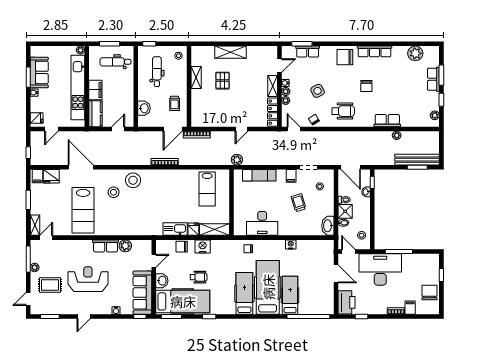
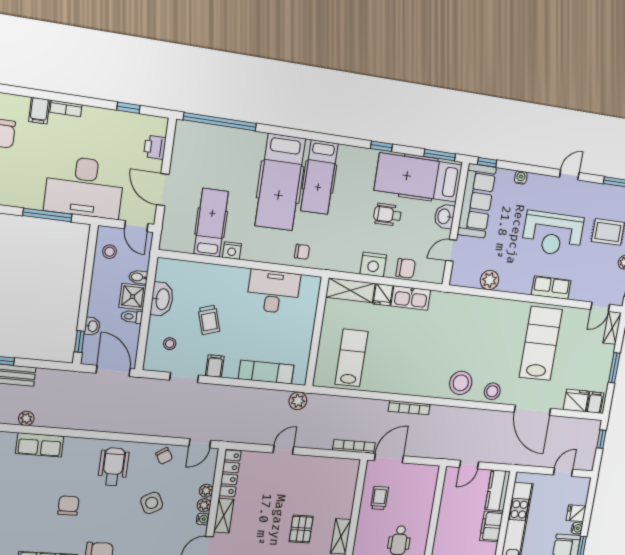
washbasin: (144, 108) -> (426, 494), removed
wheelchair: (343, 111) -> (113, 467), turned 90
fridge: (37, 118) -> (576, 513), moved
door: (294, 129) -> (200, 443), hinge flipped
stool: (114, 192) -> (492, 391), moved
washbasin: (328, 226) -> (162, 299), moved
row of seats: (106, 246) -> (551, 288), moved
hospital bed: (290, 295) -> (211, 223), moved, turned 180
printer: (346, 302) -> (155, 147), width x0.53, depth x0.68

